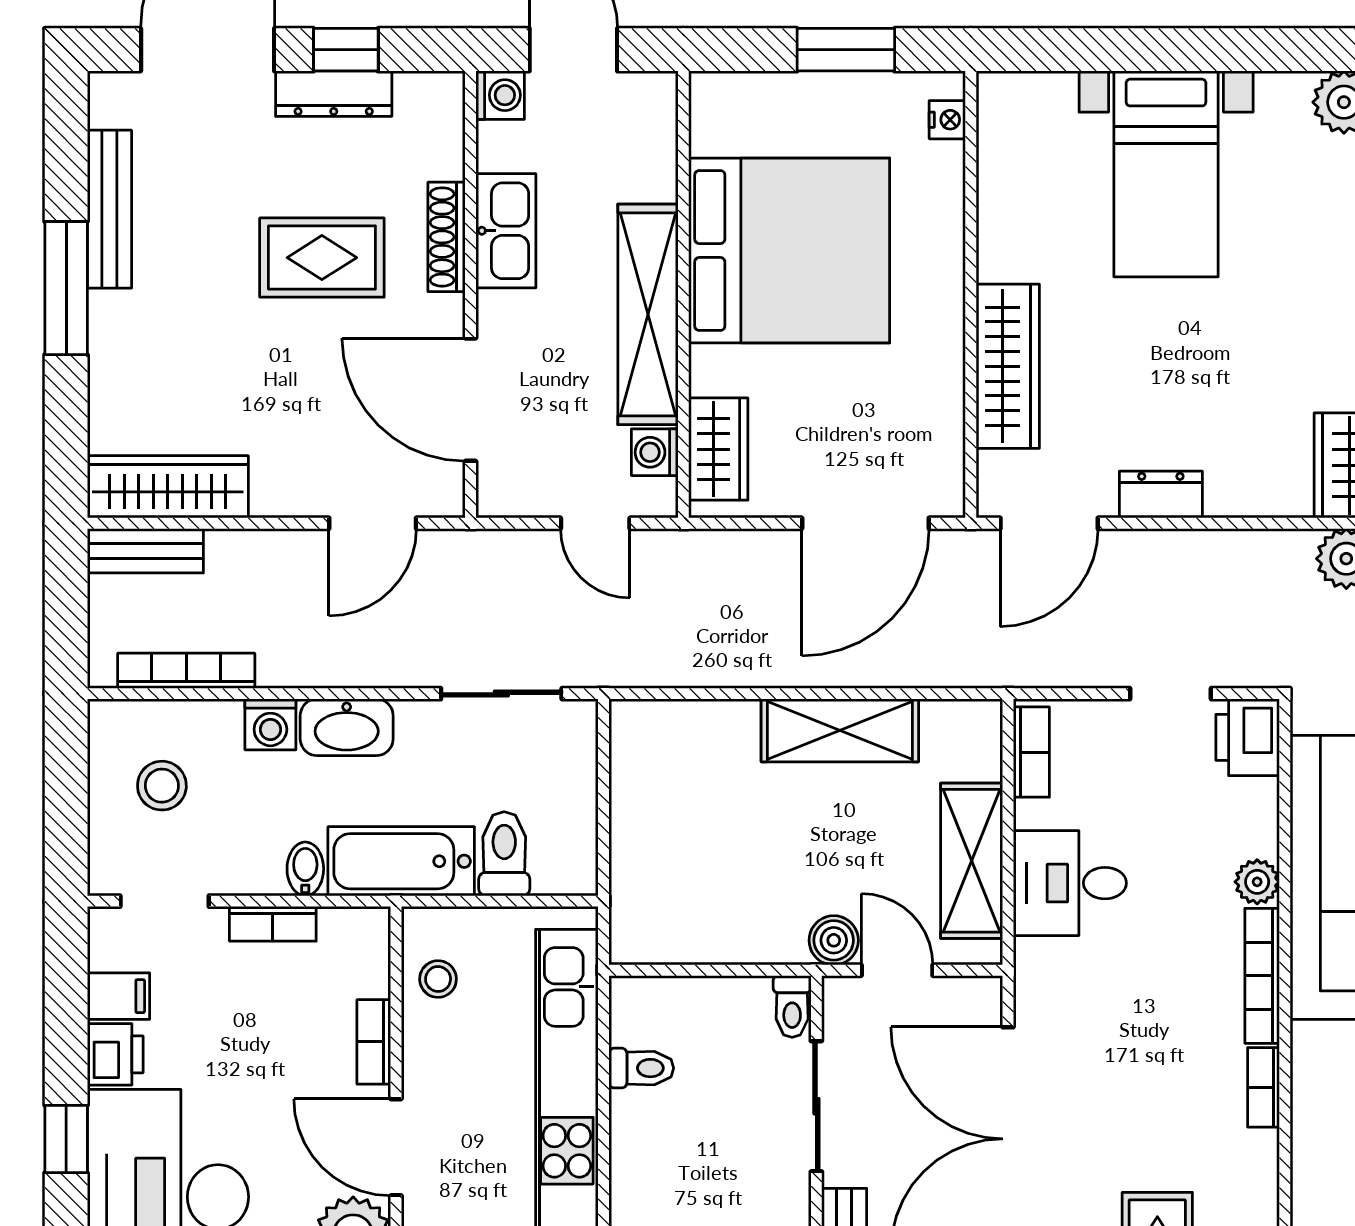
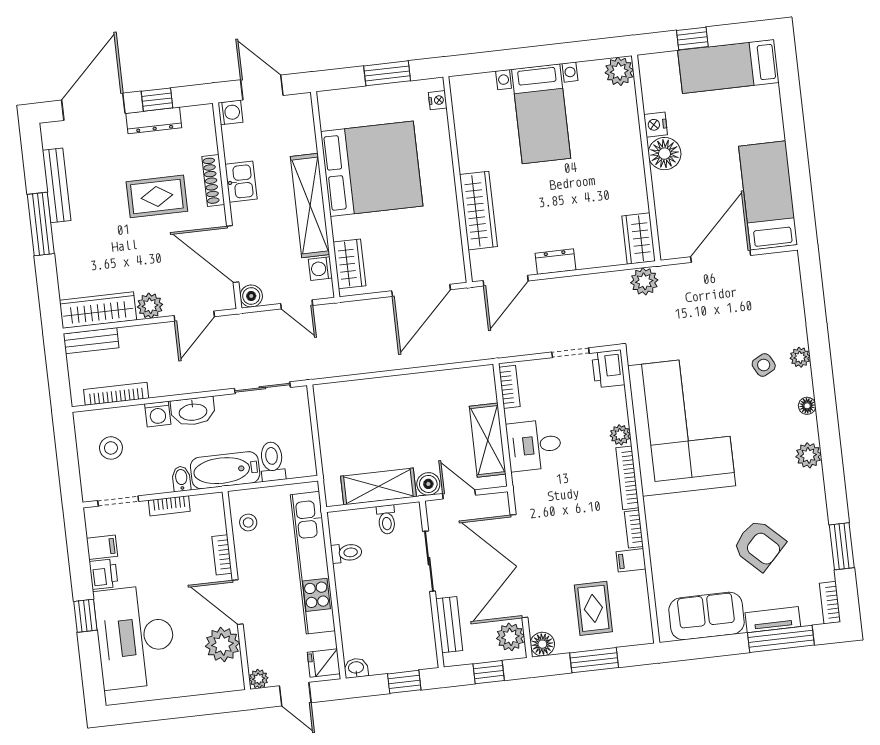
kitchen sink: (506, 231) -> (241, 182), width x0.73
plant: (280, 490) -> (150, 306), added
boiler: (500, 494) -> (251, 296), added
shelving: (840, 730) -> (378, 486), moved
toilet: (792, 1007) -> (386, 520), moved
filing cabinet: (1250, 1154) -> (631, 560), added

